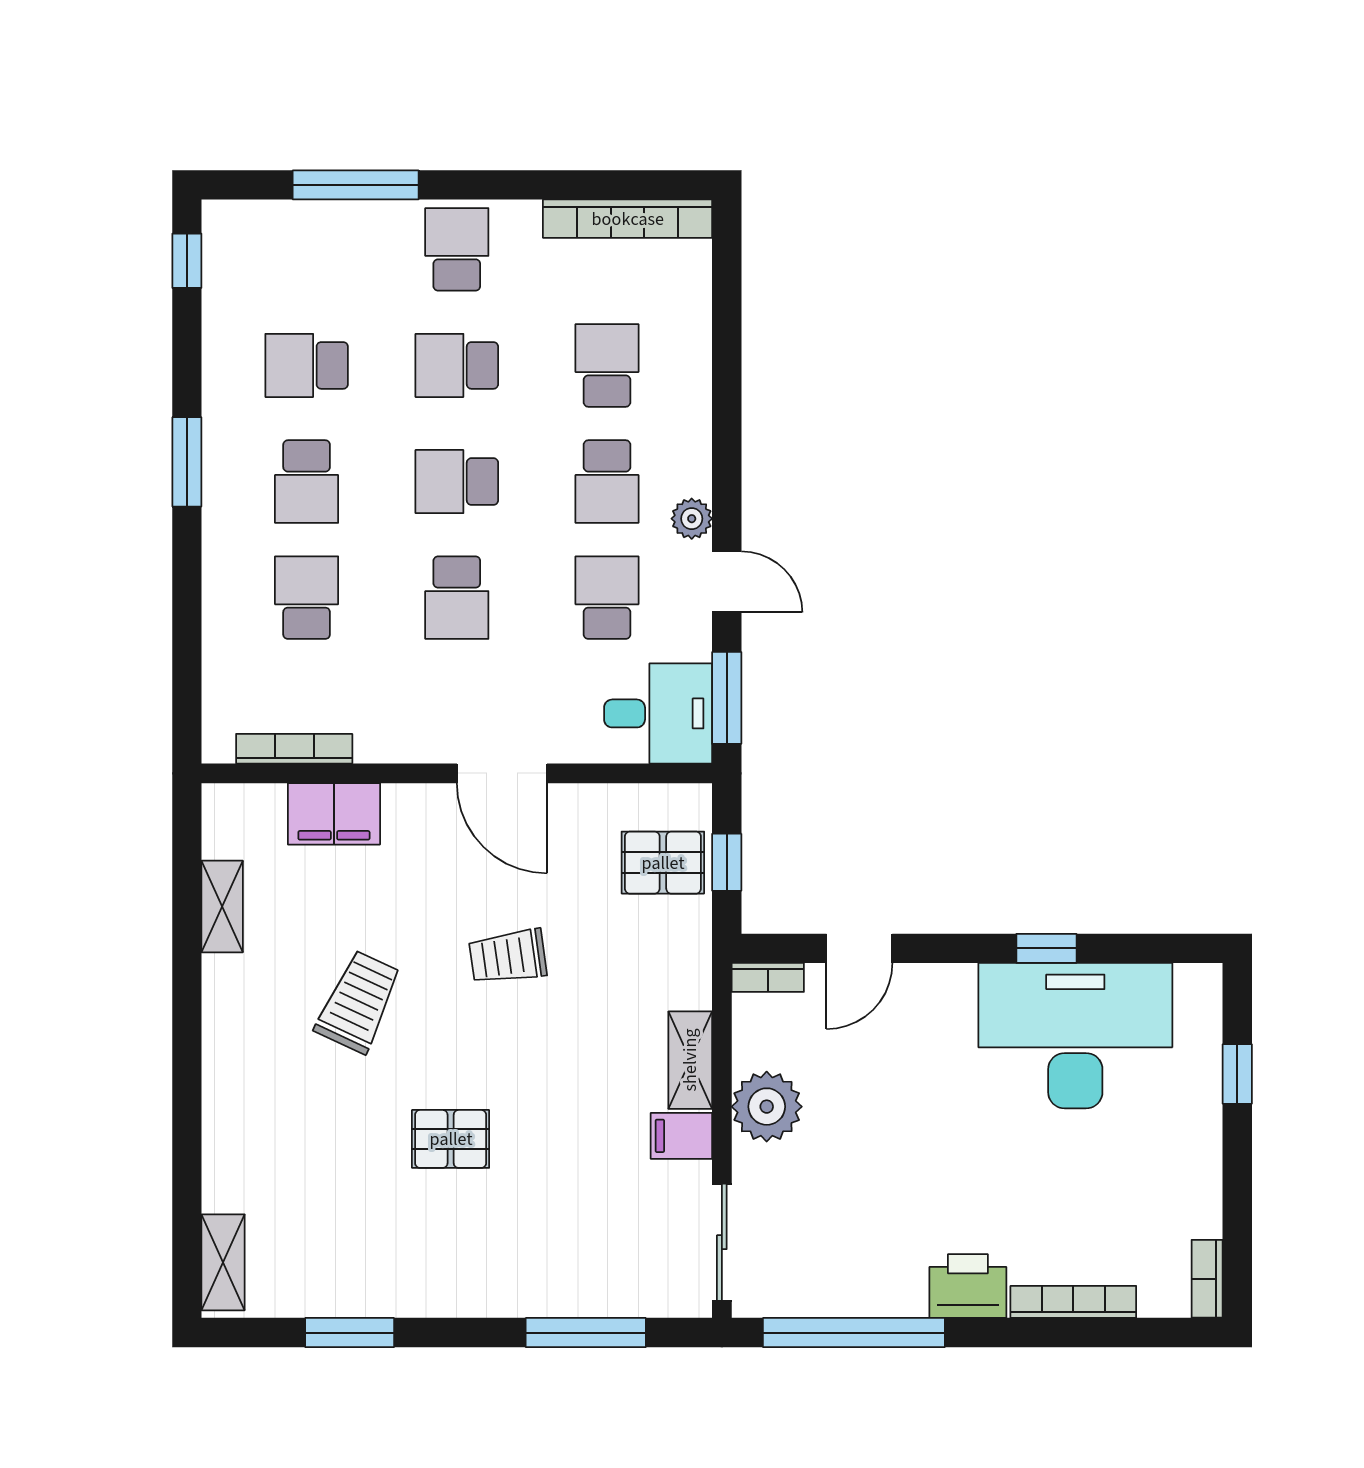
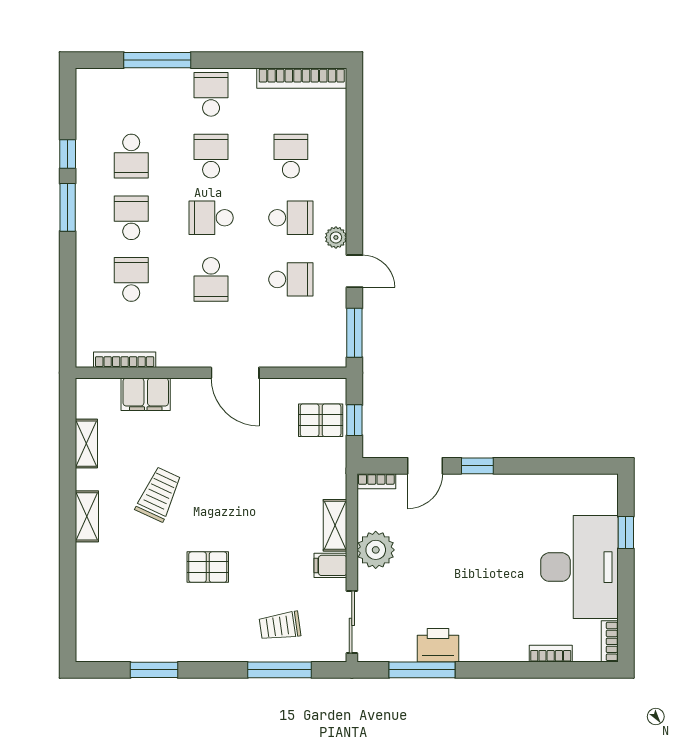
window: (187, 261) -> (68, 154), moved
school desk: (307, 365) -> (131, 156), turned -90
school desk: (457, 365) -> (211, 156), turned 90
school desk: (307, 482) -> (131, 218), turned 180
school desk: (607, 482) -> (291, 218), turned -90
school desk: (607, 598) -> (291, 279), turned 90
desk: (658, 713) -> (318, 341), removed
window: (1046, 948) -> (477, 466), moved
trolley: (508, 957) -> (280, 626), moved
desk: (1075, 1036) -> (579, 567), moved, turned 90
shelving: (223, 1262) -> (87, 516), moved
printer: (968, 1286) -> (438, 645), moved
bookcase: (1073, 1302) -> (551, 654), width x0.64
window: (854, 1333) -> (422, 670), width x0.68

